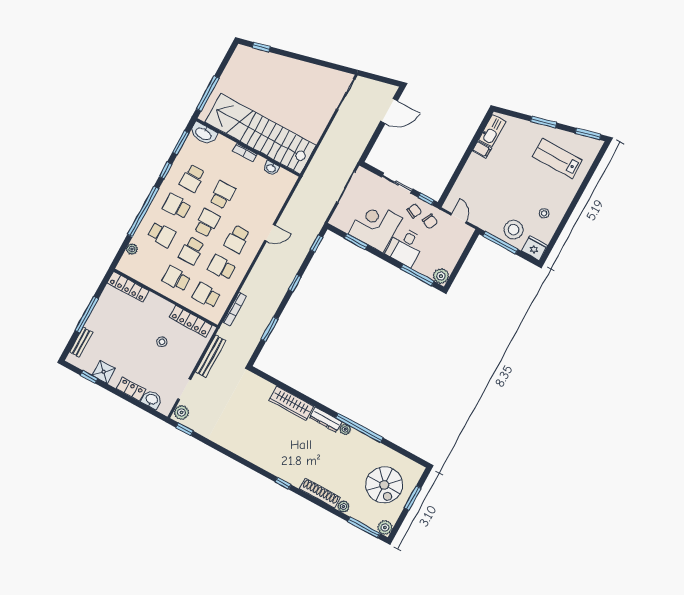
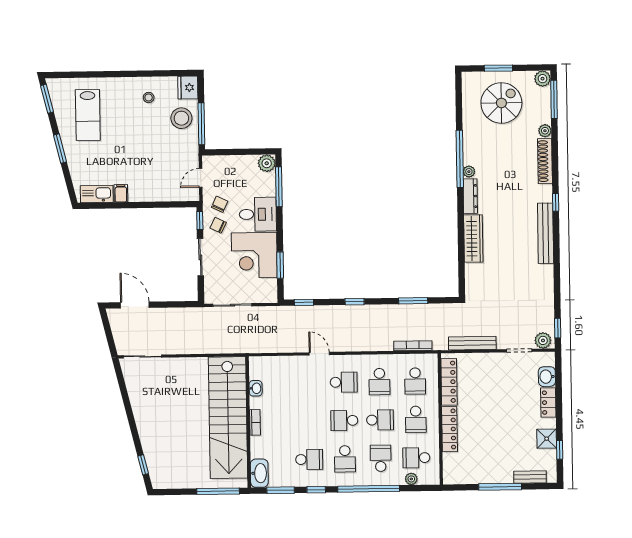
school desk: (222, 195) -> (416, 458), moved
locker: (128, 287) -> (450, 429), moved
stool: (162, 342) -> (485, 398), removed
bench: (264, 462) -> (546, 233), added

